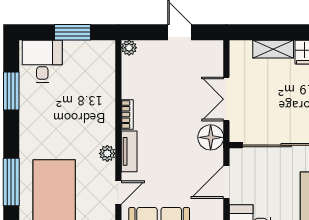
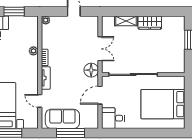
double door: (226, 99) -> (100, 49), swing flipped
plant: (107, 153) -> (33, 51), moved
door: (118, 192) -> (40, 101), swing flipped

